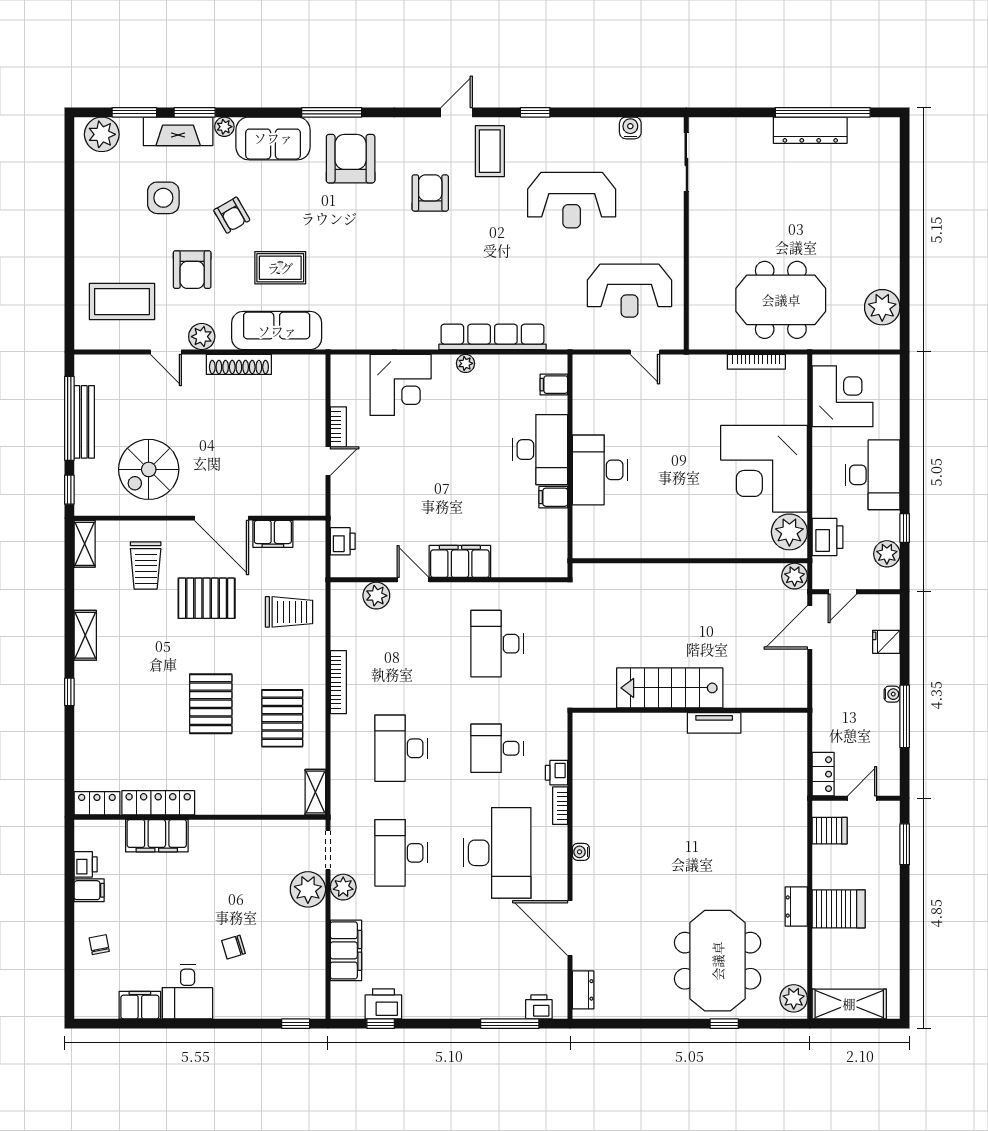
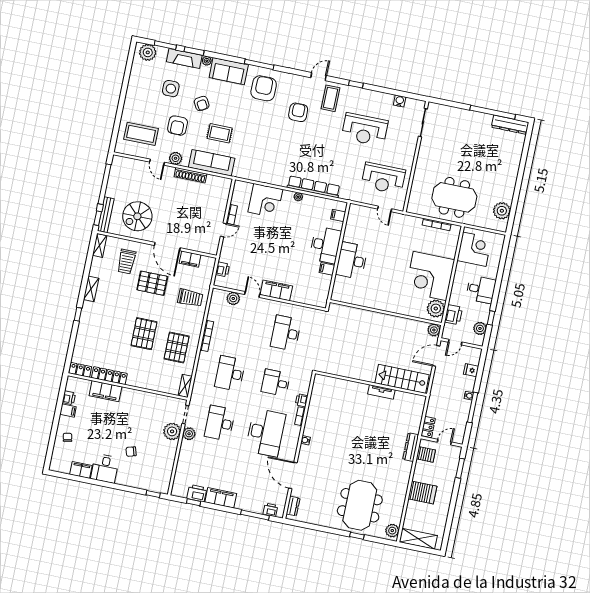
dresser: (810, 130) -> (510, 125), moved
bench: (84, 422) -> (106, 215), moved
desk: (873, 475) -> (481, 289), width x0.73
stairs: (670, 688) -> (402, 379), moved
dresser: (796, 907) -> (411, 447), moved, width x1.44
filing cabinet: (346, 950) -> (221, 498), moved, turned -90

